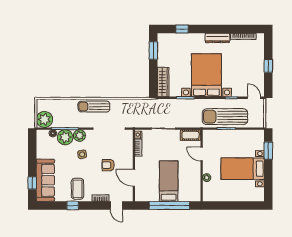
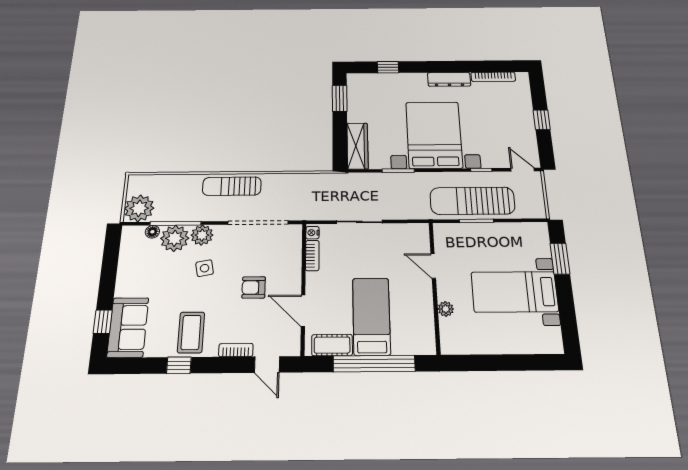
cot: (190, 135) -> (332, 345), moved
sofa: (45, 180) -> (128, 327), width x0.73

